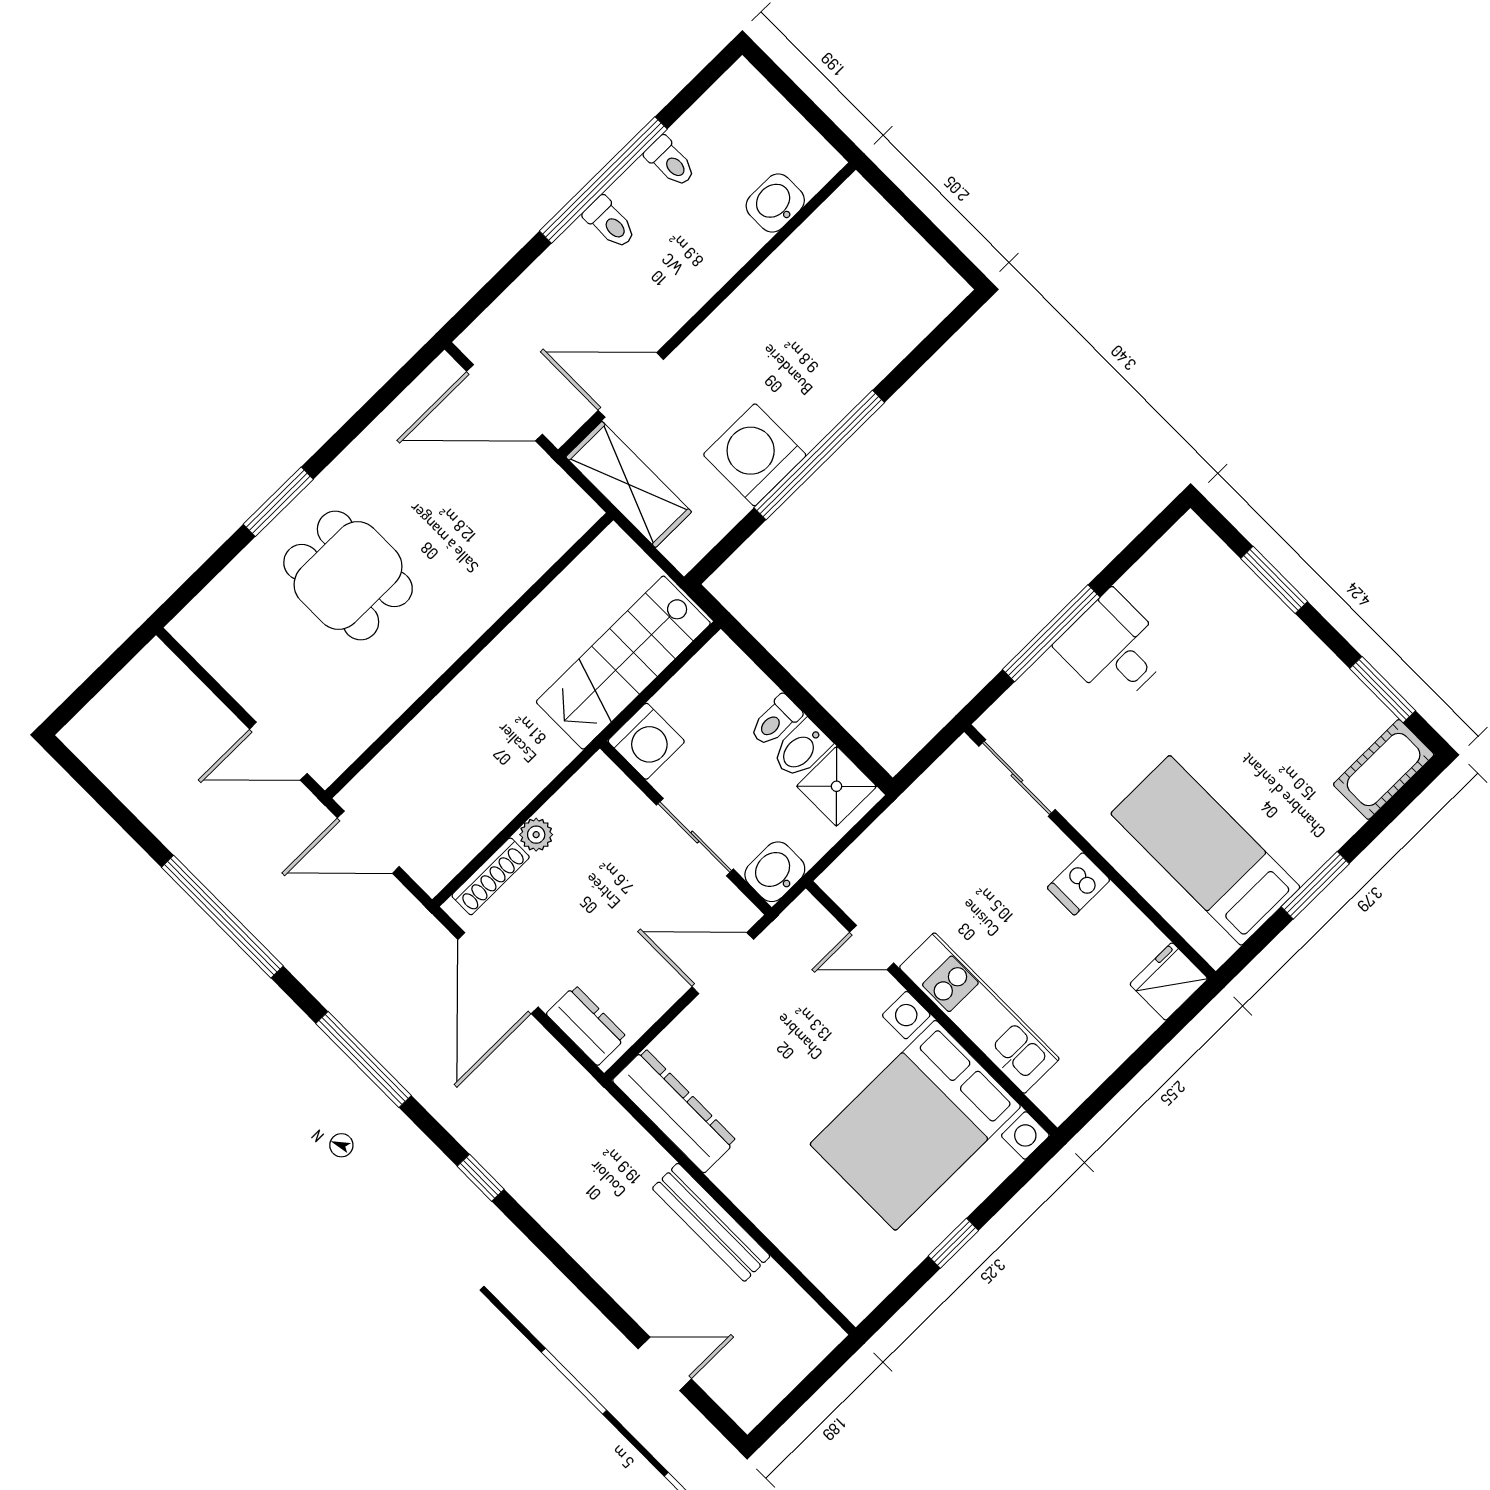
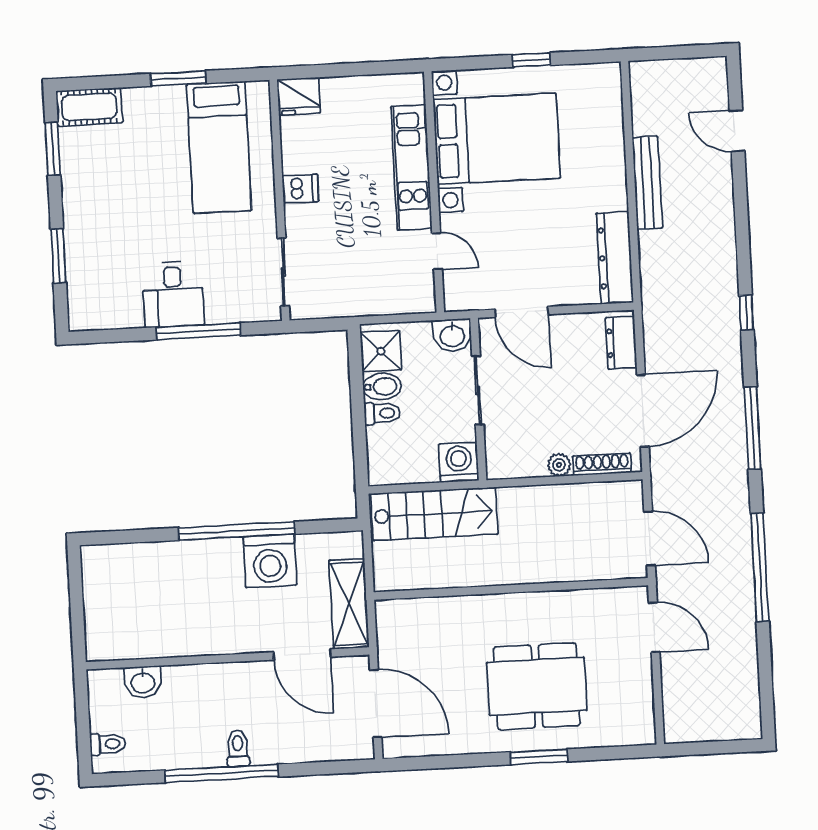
toilet: (670, 162) -> (108, 744), moved, turned 90
dining table: (348, 575) -> (537, 686), width x1.38

